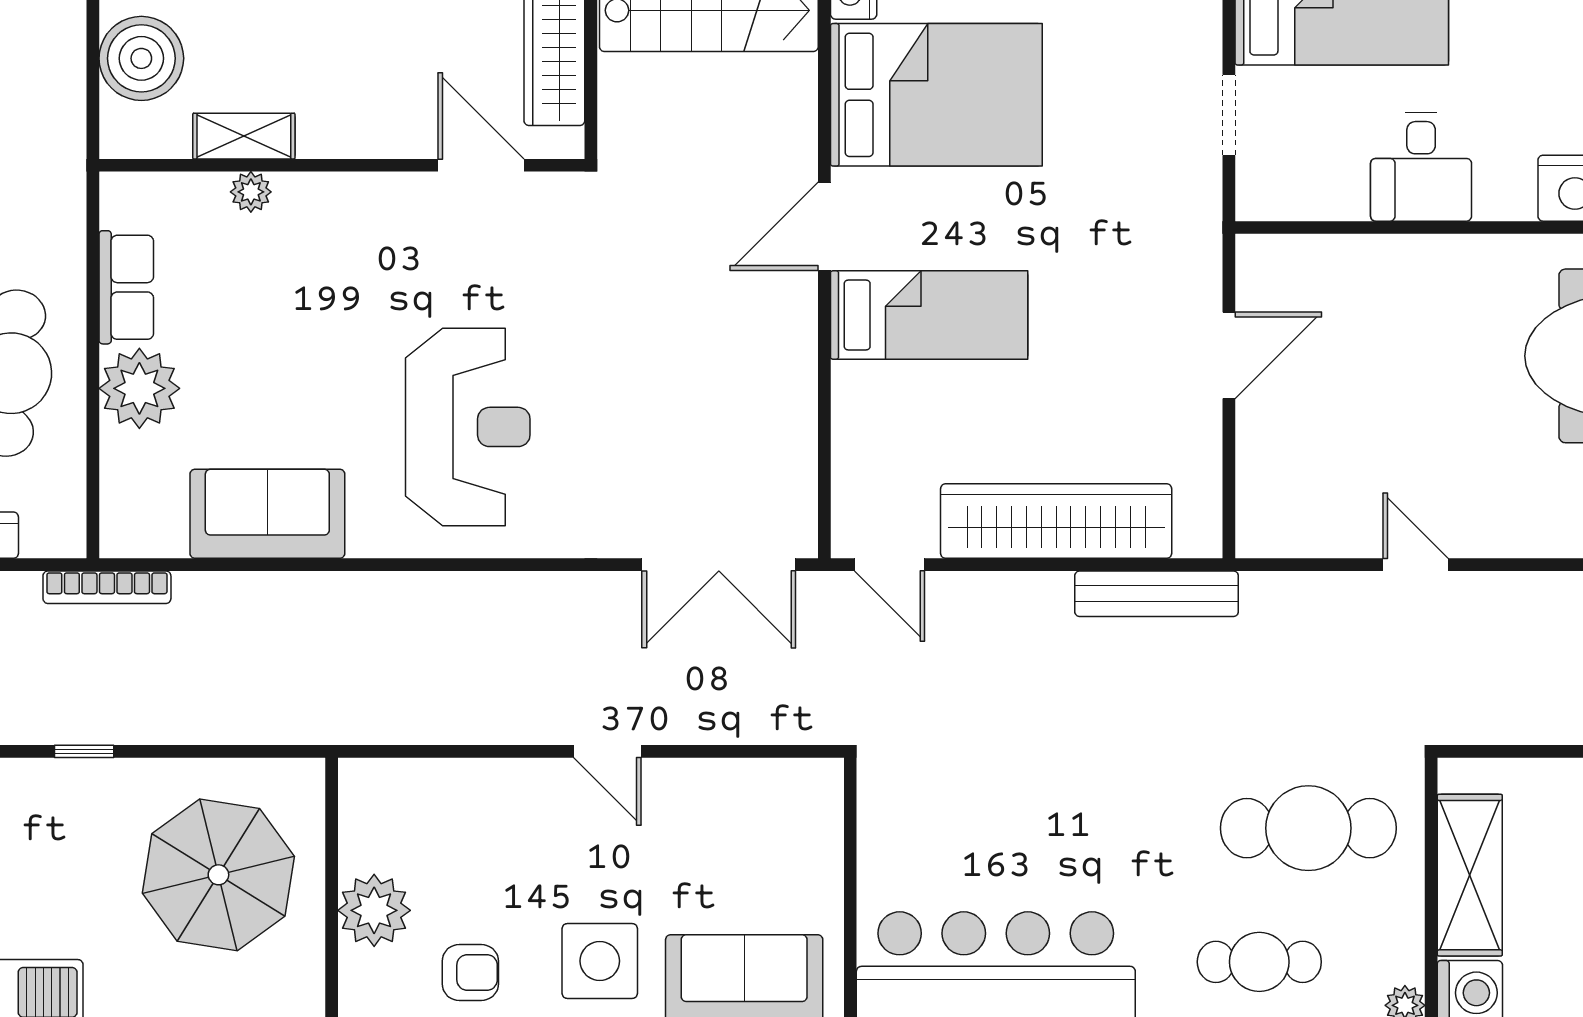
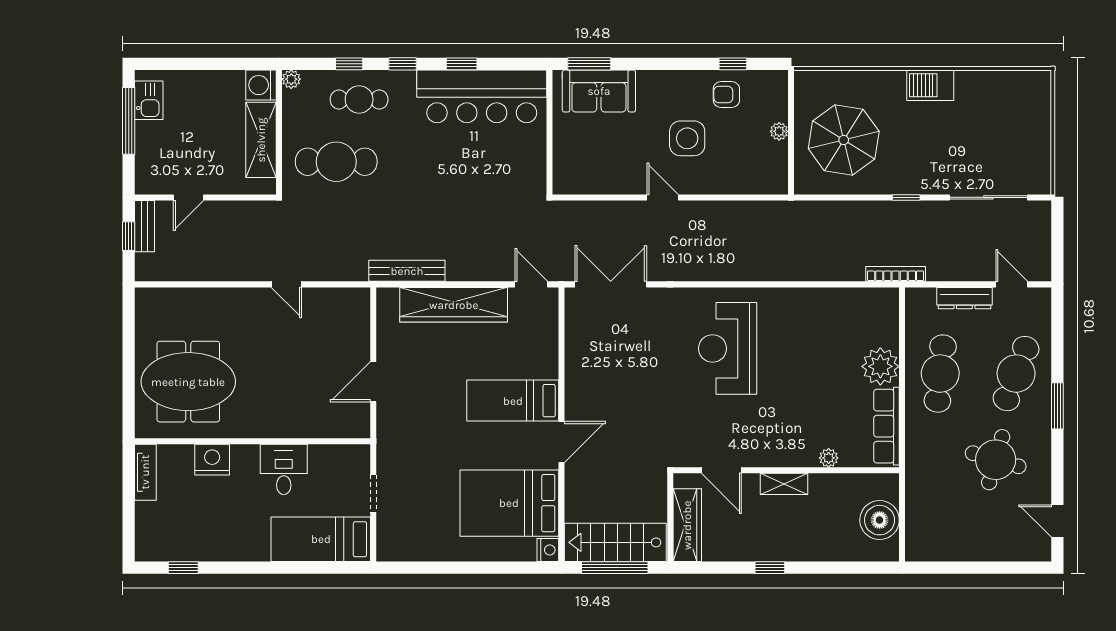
shelving: (244, 136) -> (784, 484), moved
row of seats: (126, 287) -> (887, 426), width x1.48
sofa: (267, 514) -> (821, 308), removed
plant: (374, 910) -> (779, 131), width x0.53, depth x0.53
side table: (600, 961) -> (687, 138), moved

